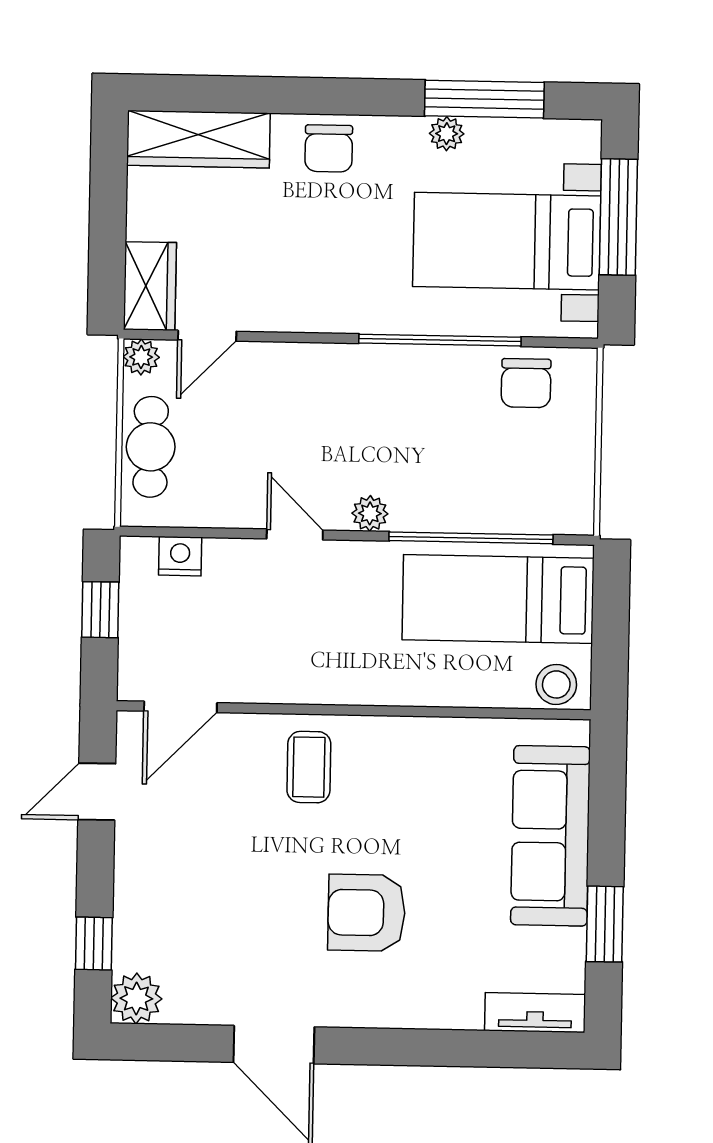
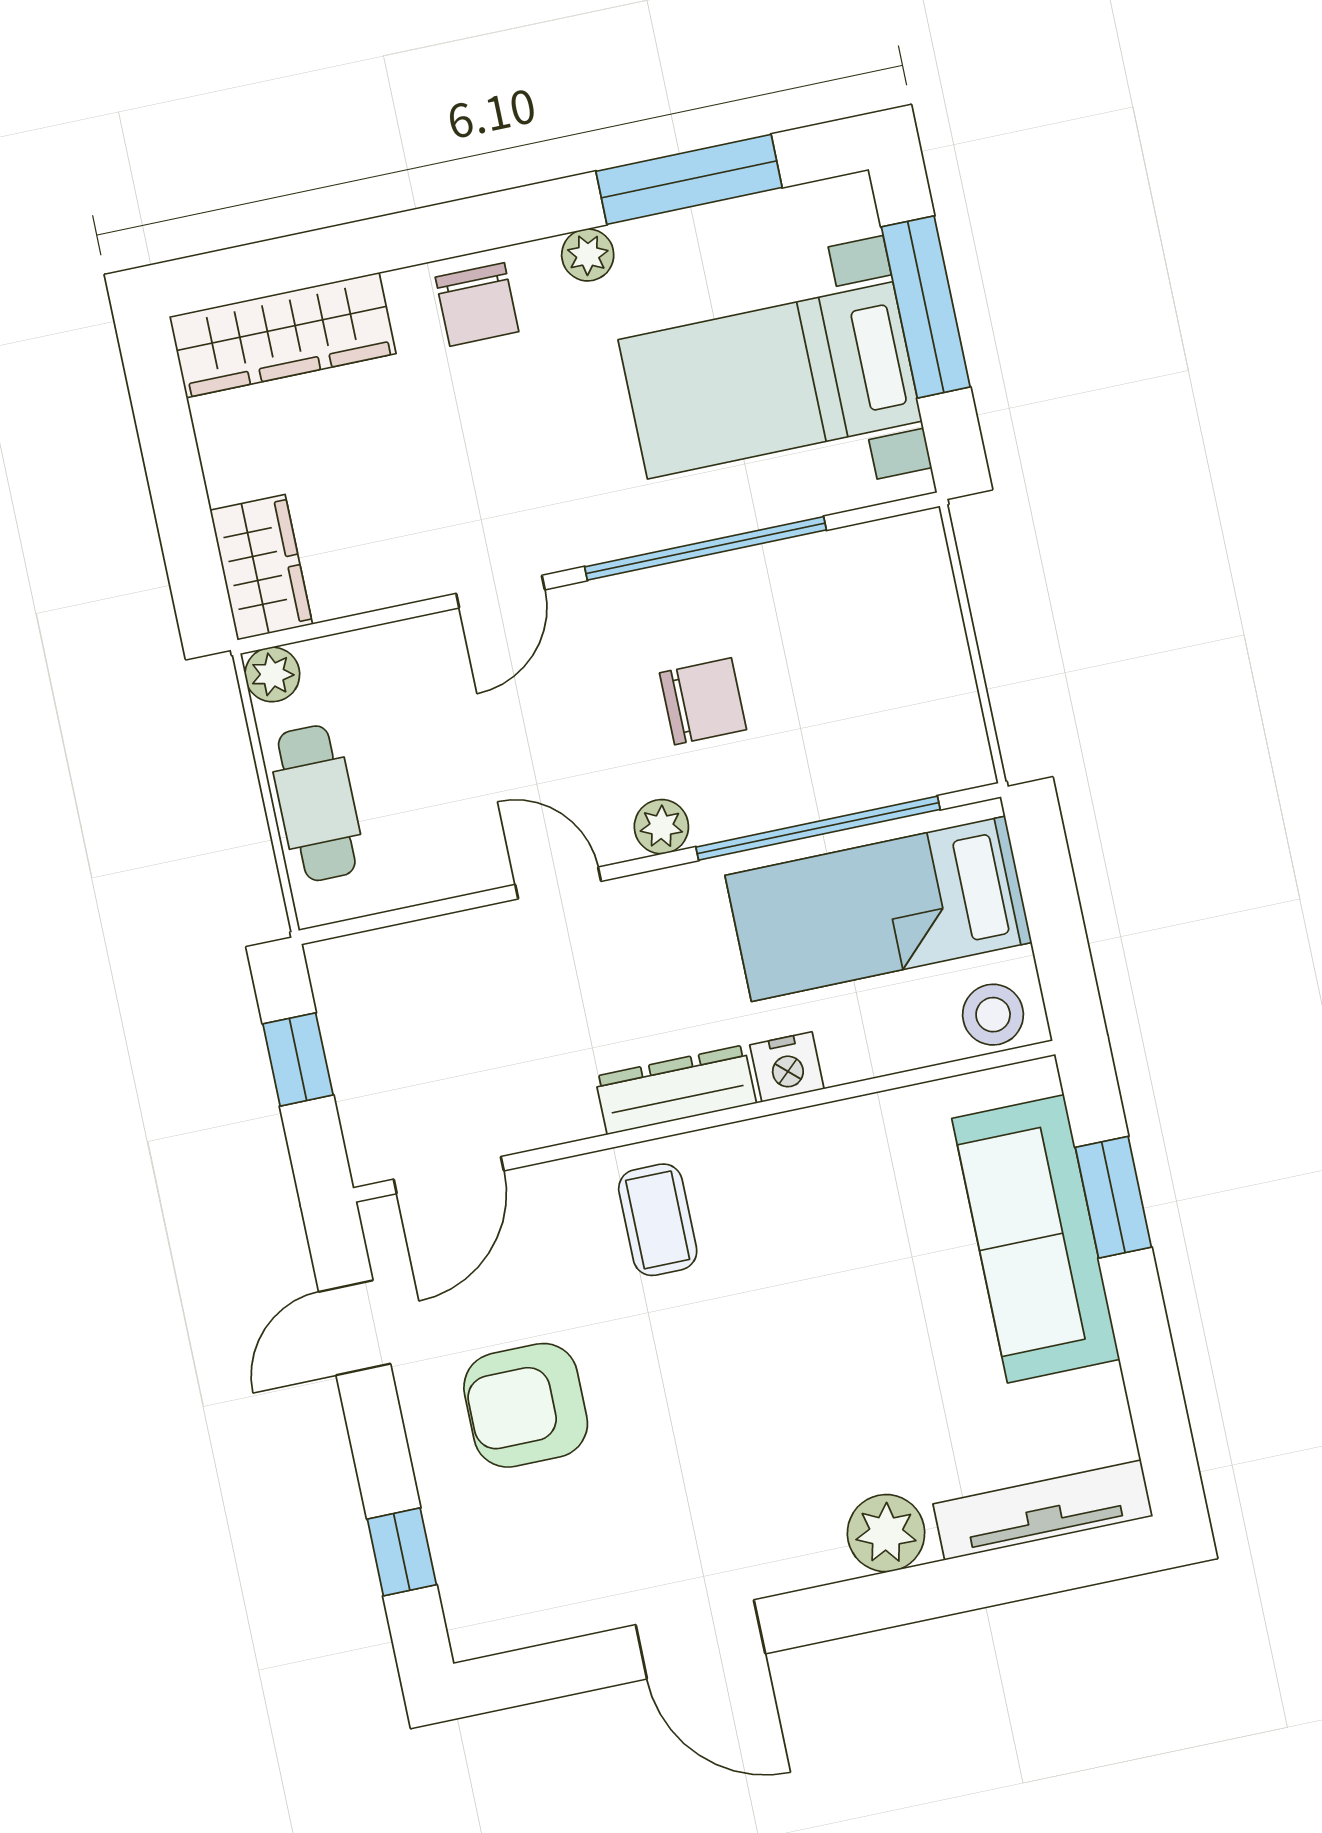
plant: (447, 134) -> (588, 255), moved
door: (207, 336) -> (500, 592), moved
chair: (526, 383) -> (703, 701), moved, turned -90
nightstand: (180, 556) -> (787, 1067), moved, turned 180
dresser: (340, 686) -> (676, 1090), added
armchair: (367, 913) -> (526, 1405), moved
window: (605, 924) -> (1113, 1197), moved
plant: (136, 998) -> (886, 1533), moved
tv unit: (535, 1013) -> (1043, 1510), width x1.41

